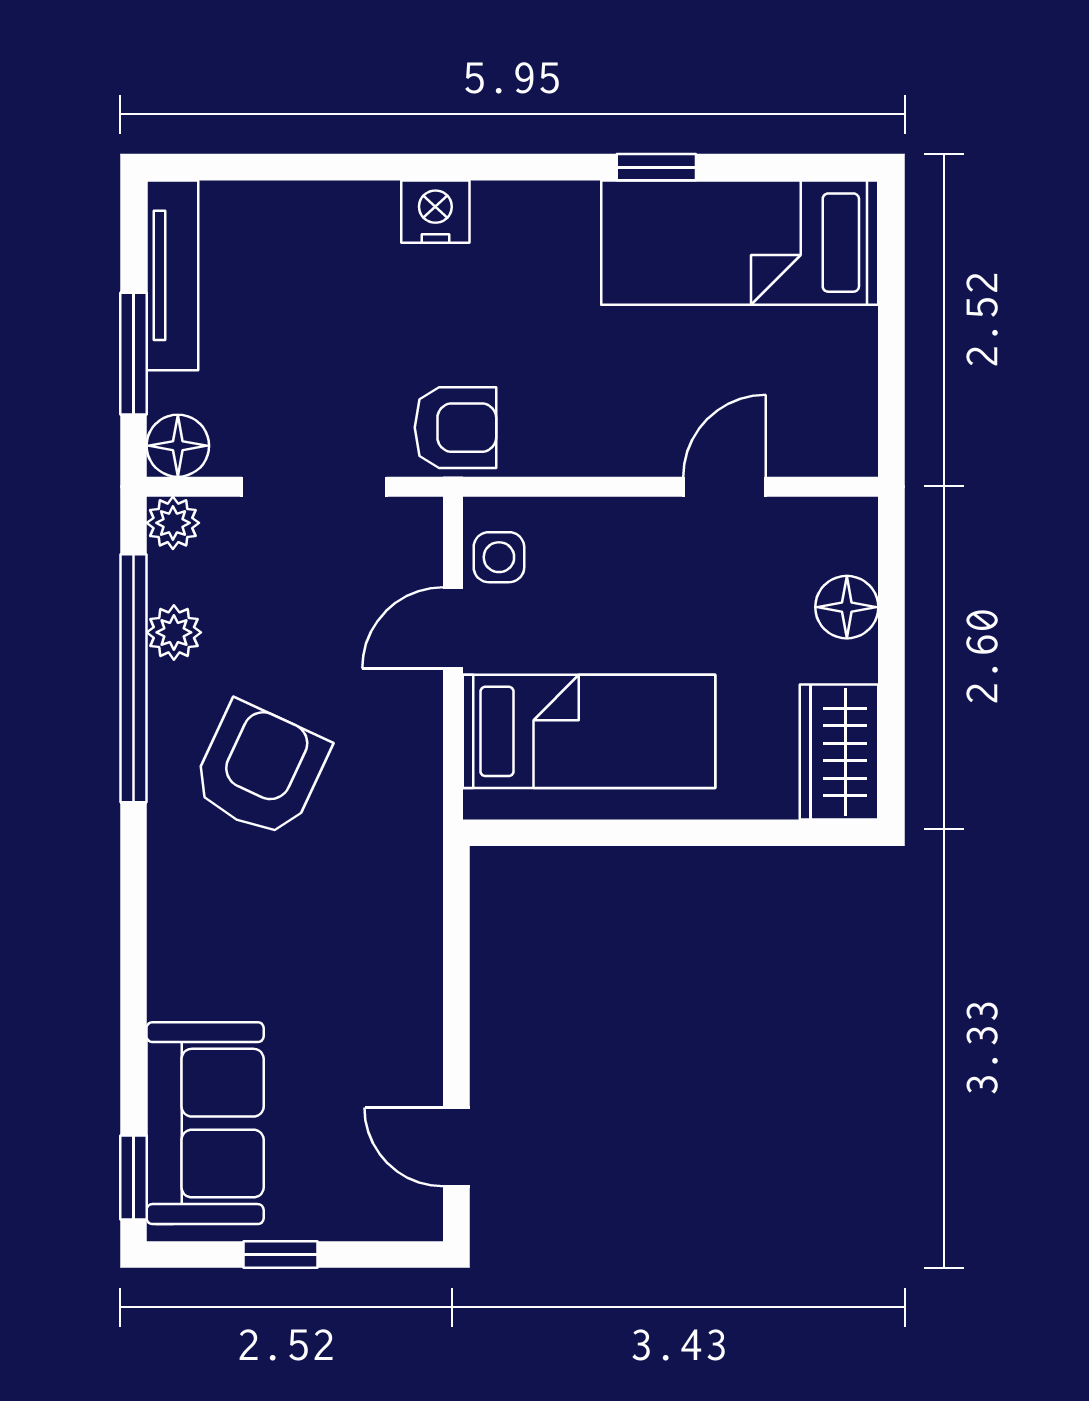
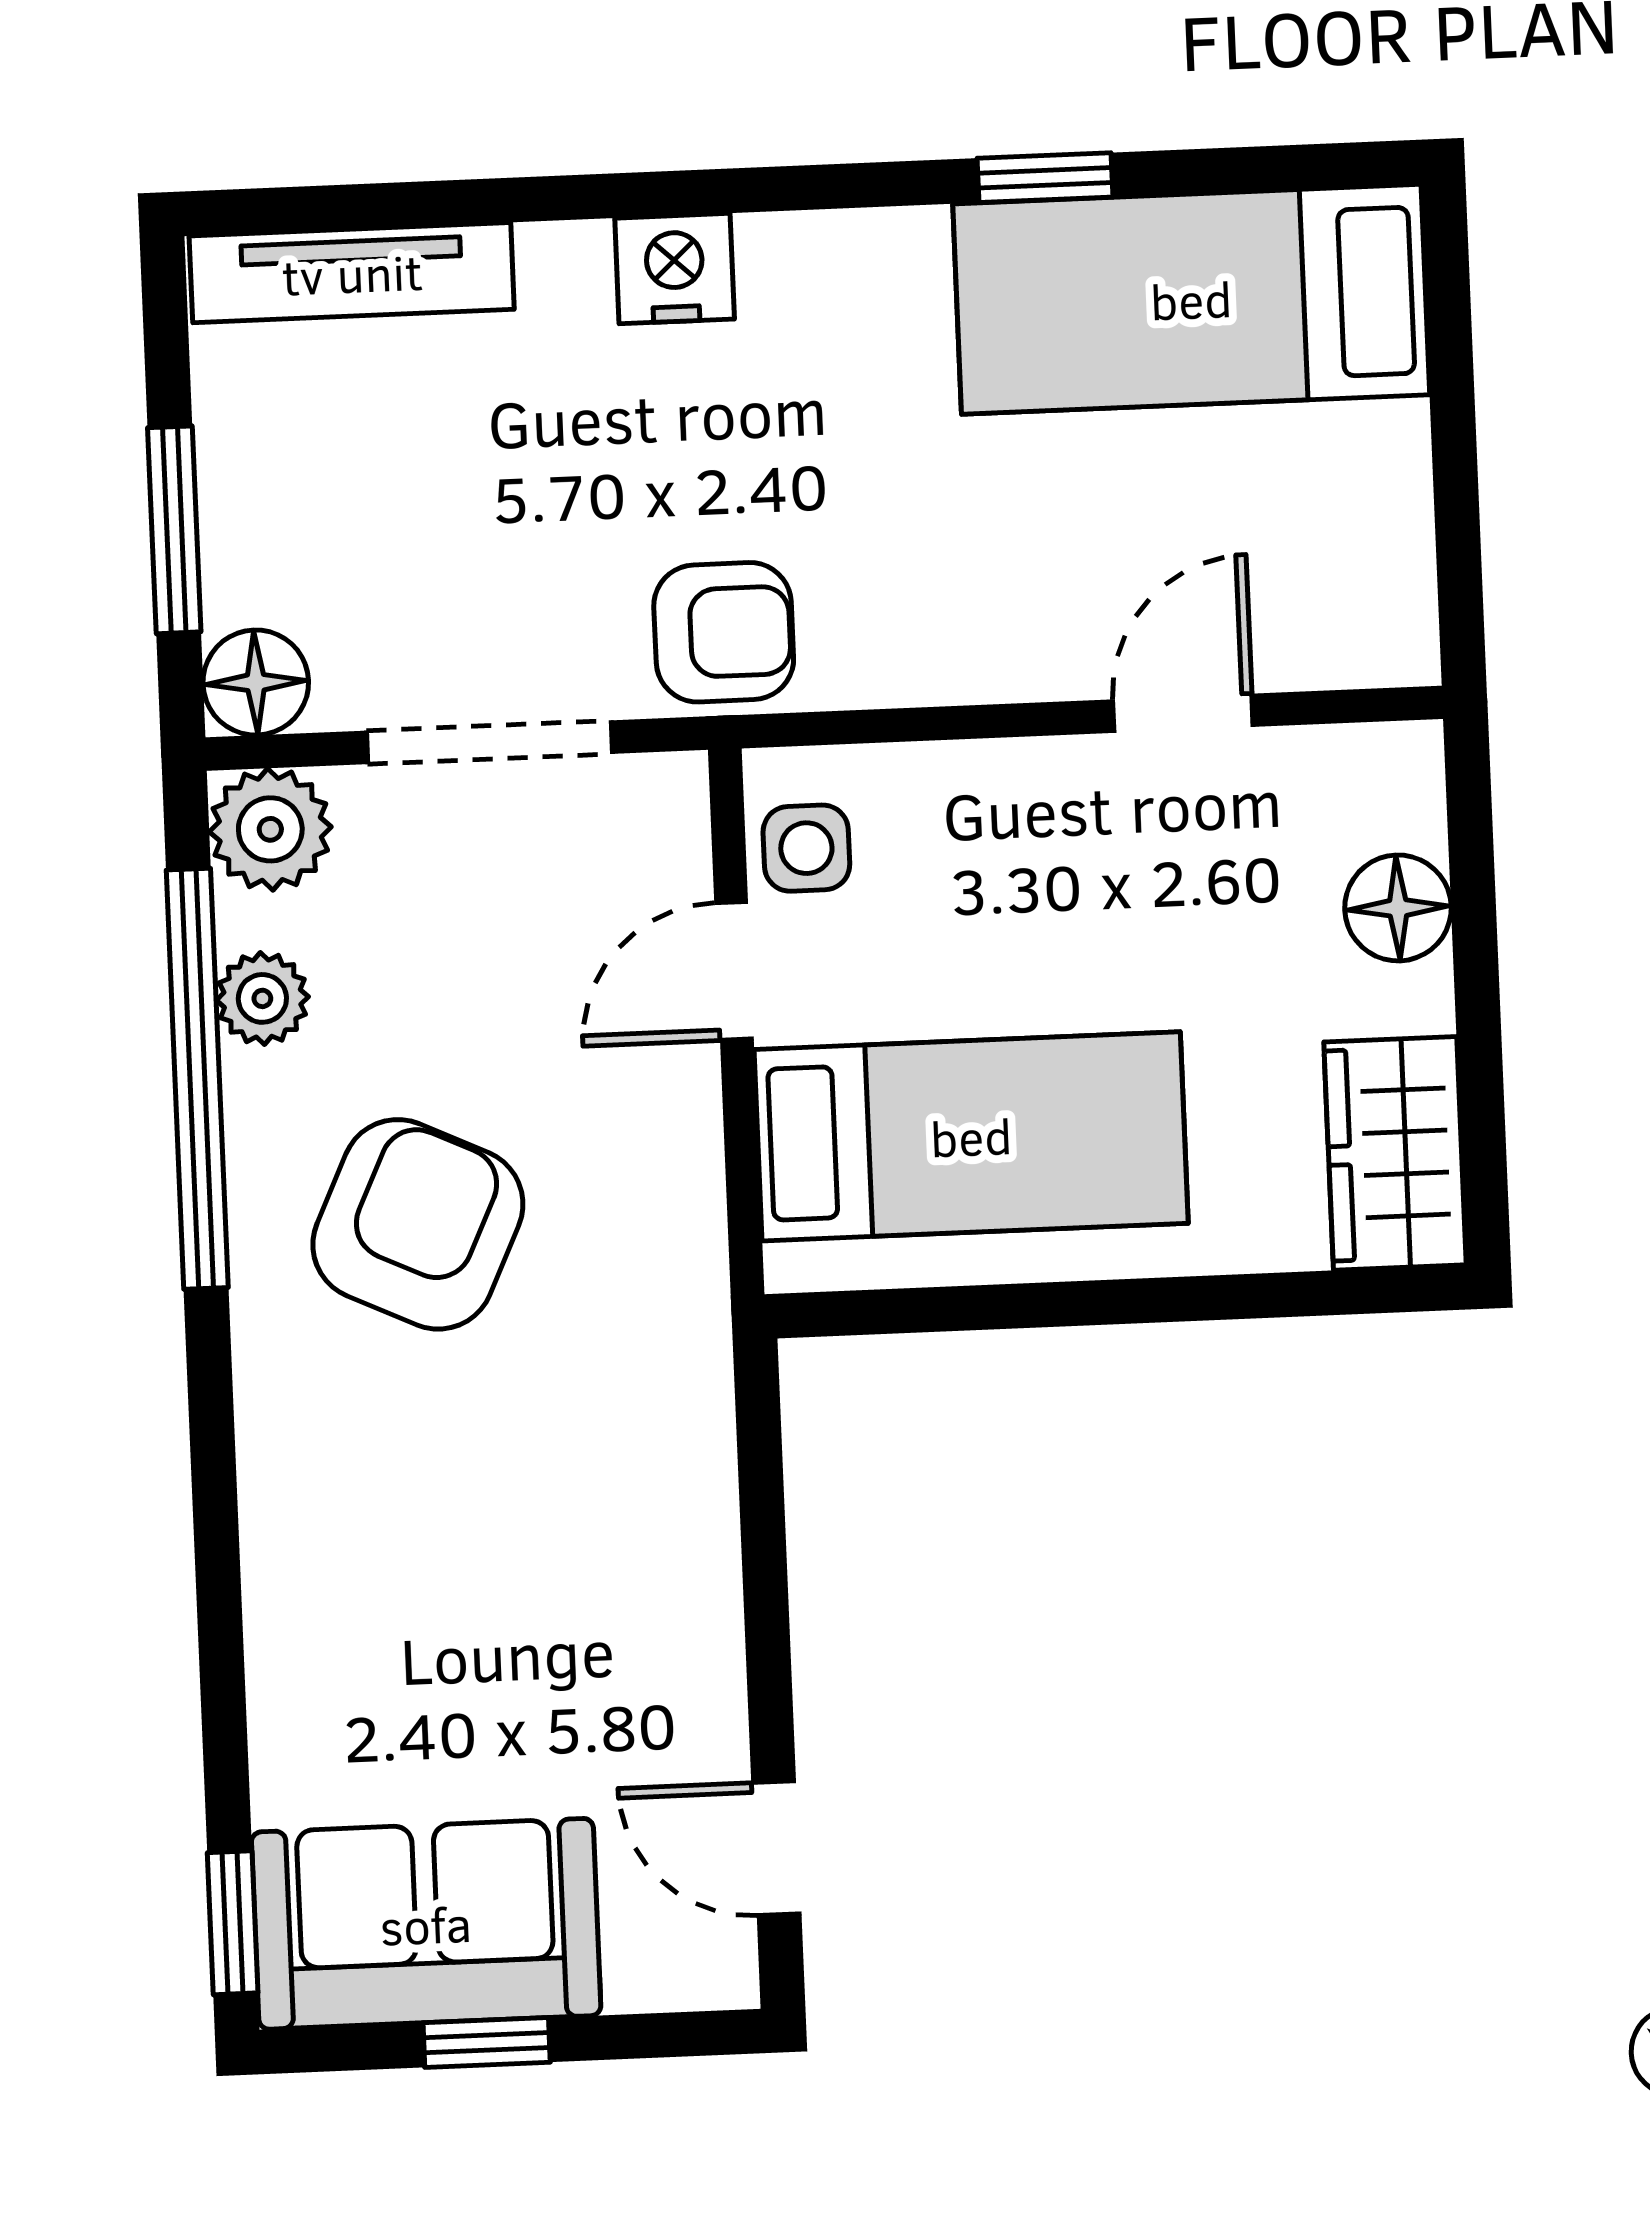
tv unit: (172, 275) -> (352, 273), moved, turned 90
plant: (173, 523) -> (270, 829), width x1.38, depth x1.38
sofa: (205, 1123) -> (426, 1924), moved, turned -90

